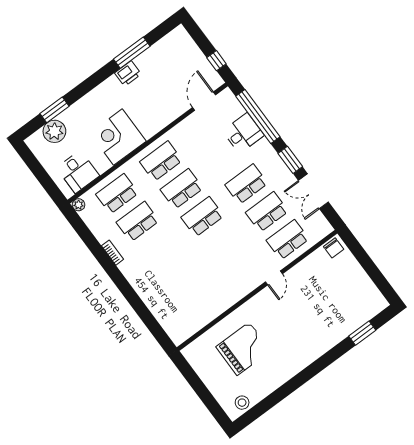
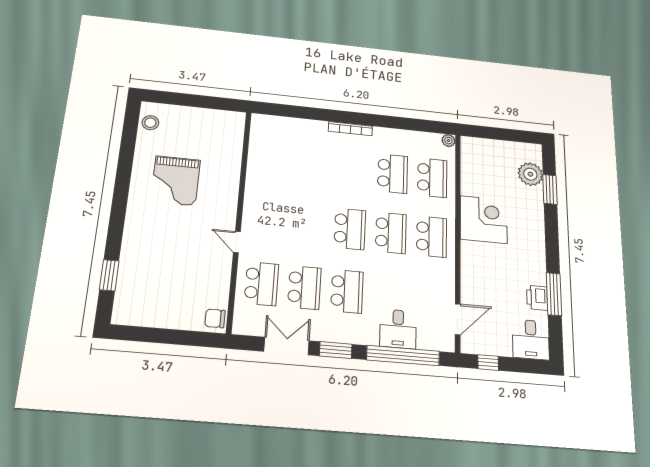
printer: (128, 73) -> (537, 298), moved
door: (204, 101) -> (458, 319), hinge flipped
desk: (78, 172) -> (531, 339), moved, turned -90
bookcase: (112, 253) -> (350, 129), moved, width x1.56
grand piano: (243, 349) -> (176, 181), moved

